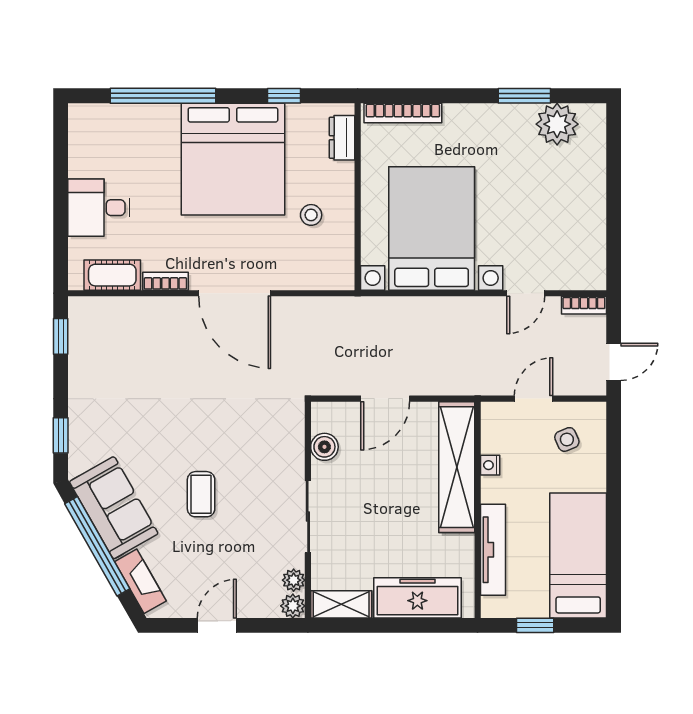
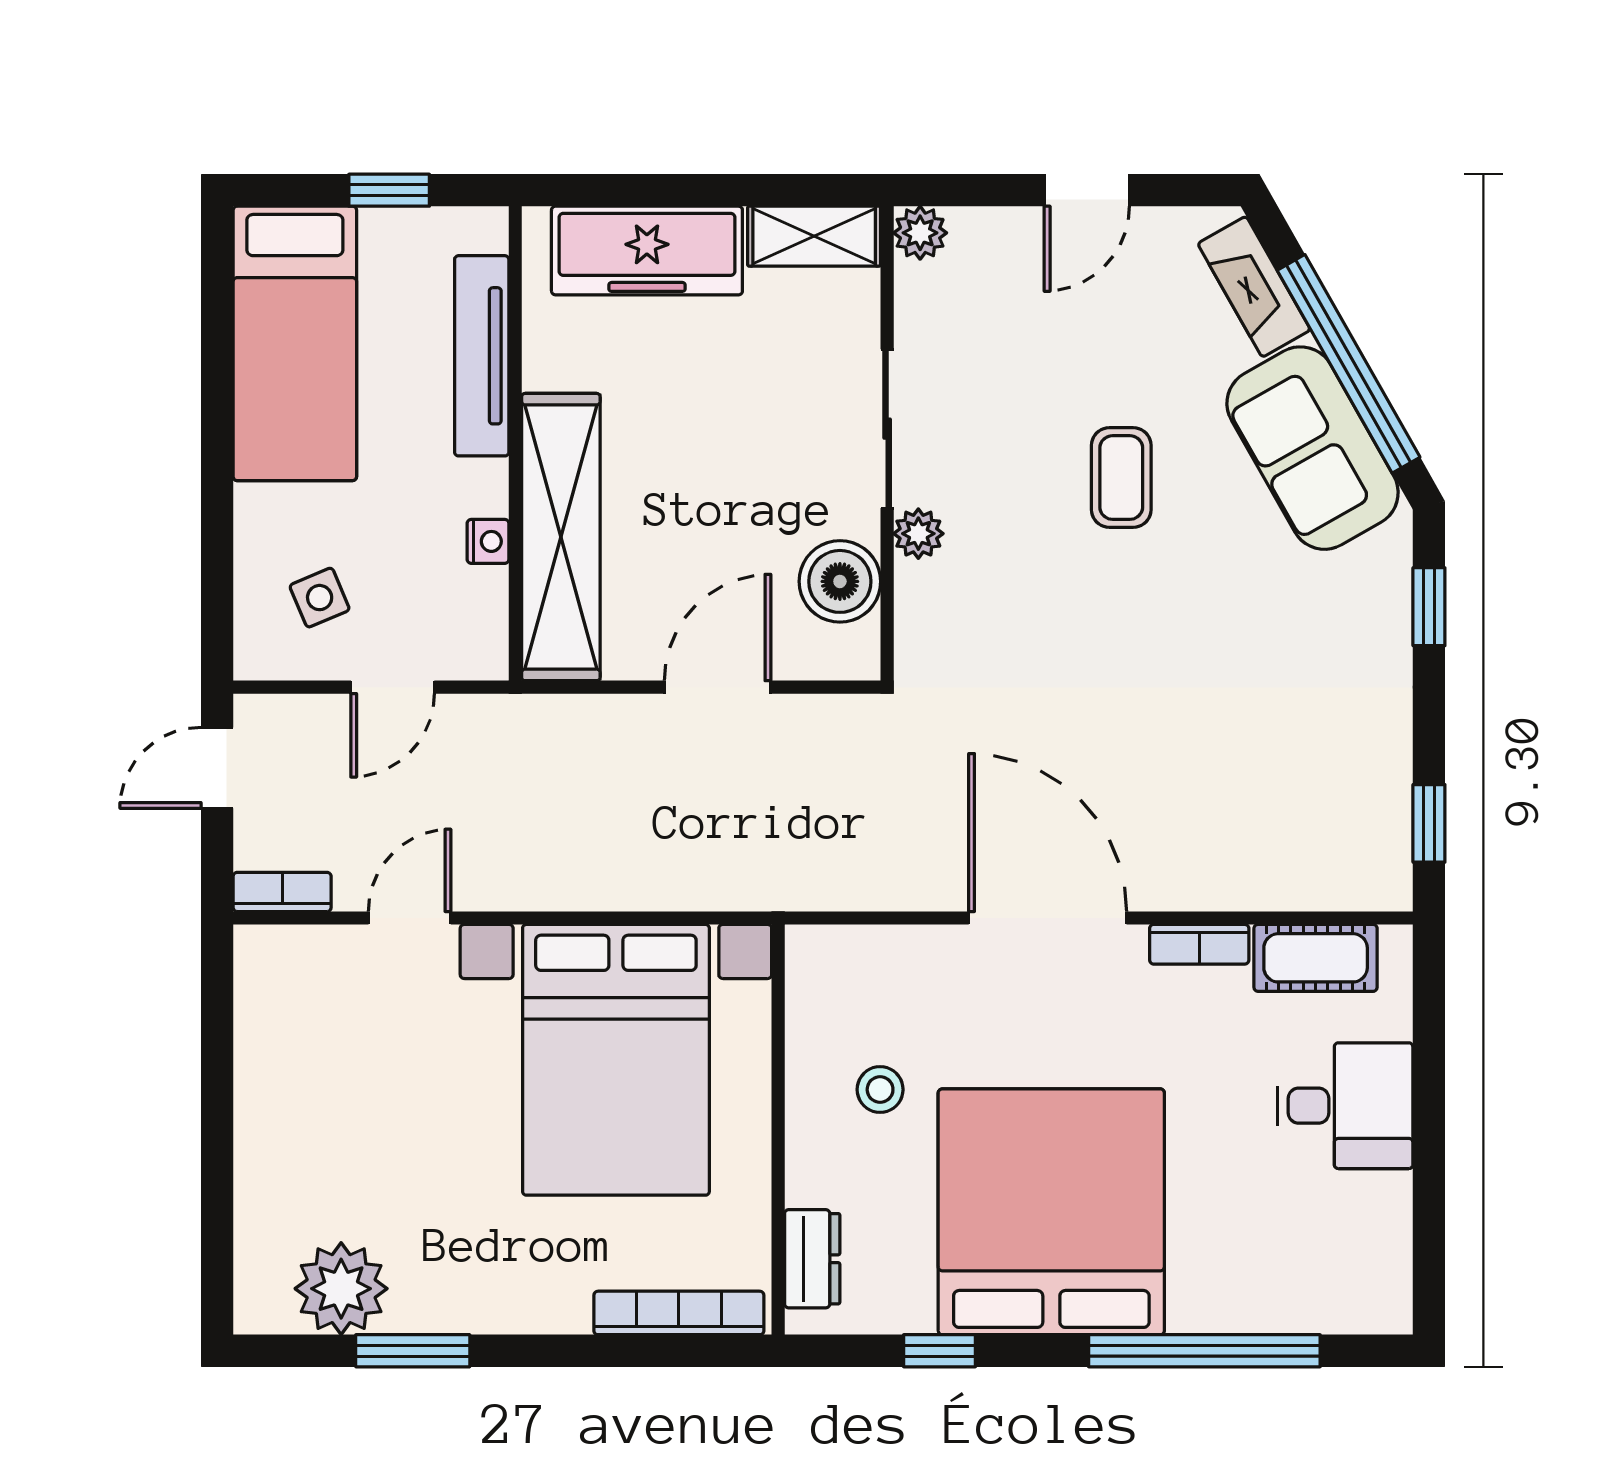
boiler: (324, 447) -> (840, 581), width x1.36, depth x1.36
plant: (294, 580) -> (918, 534), moved

